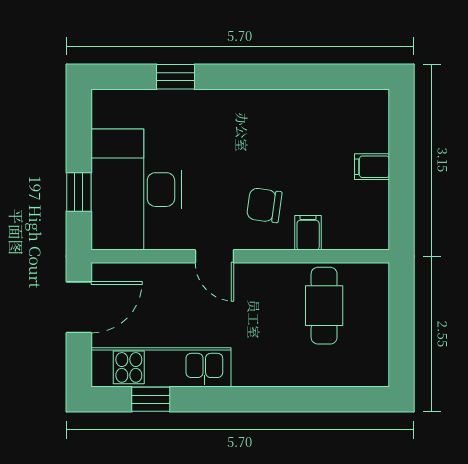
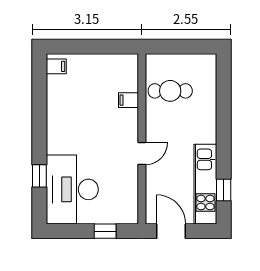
filing cabinet: (372, 167) -> (56, 66), moved, turned -90
desk: (136, 190) -> (72, 189), moved, turned 90
chair: (264, 205) -> (113, 125), removed

